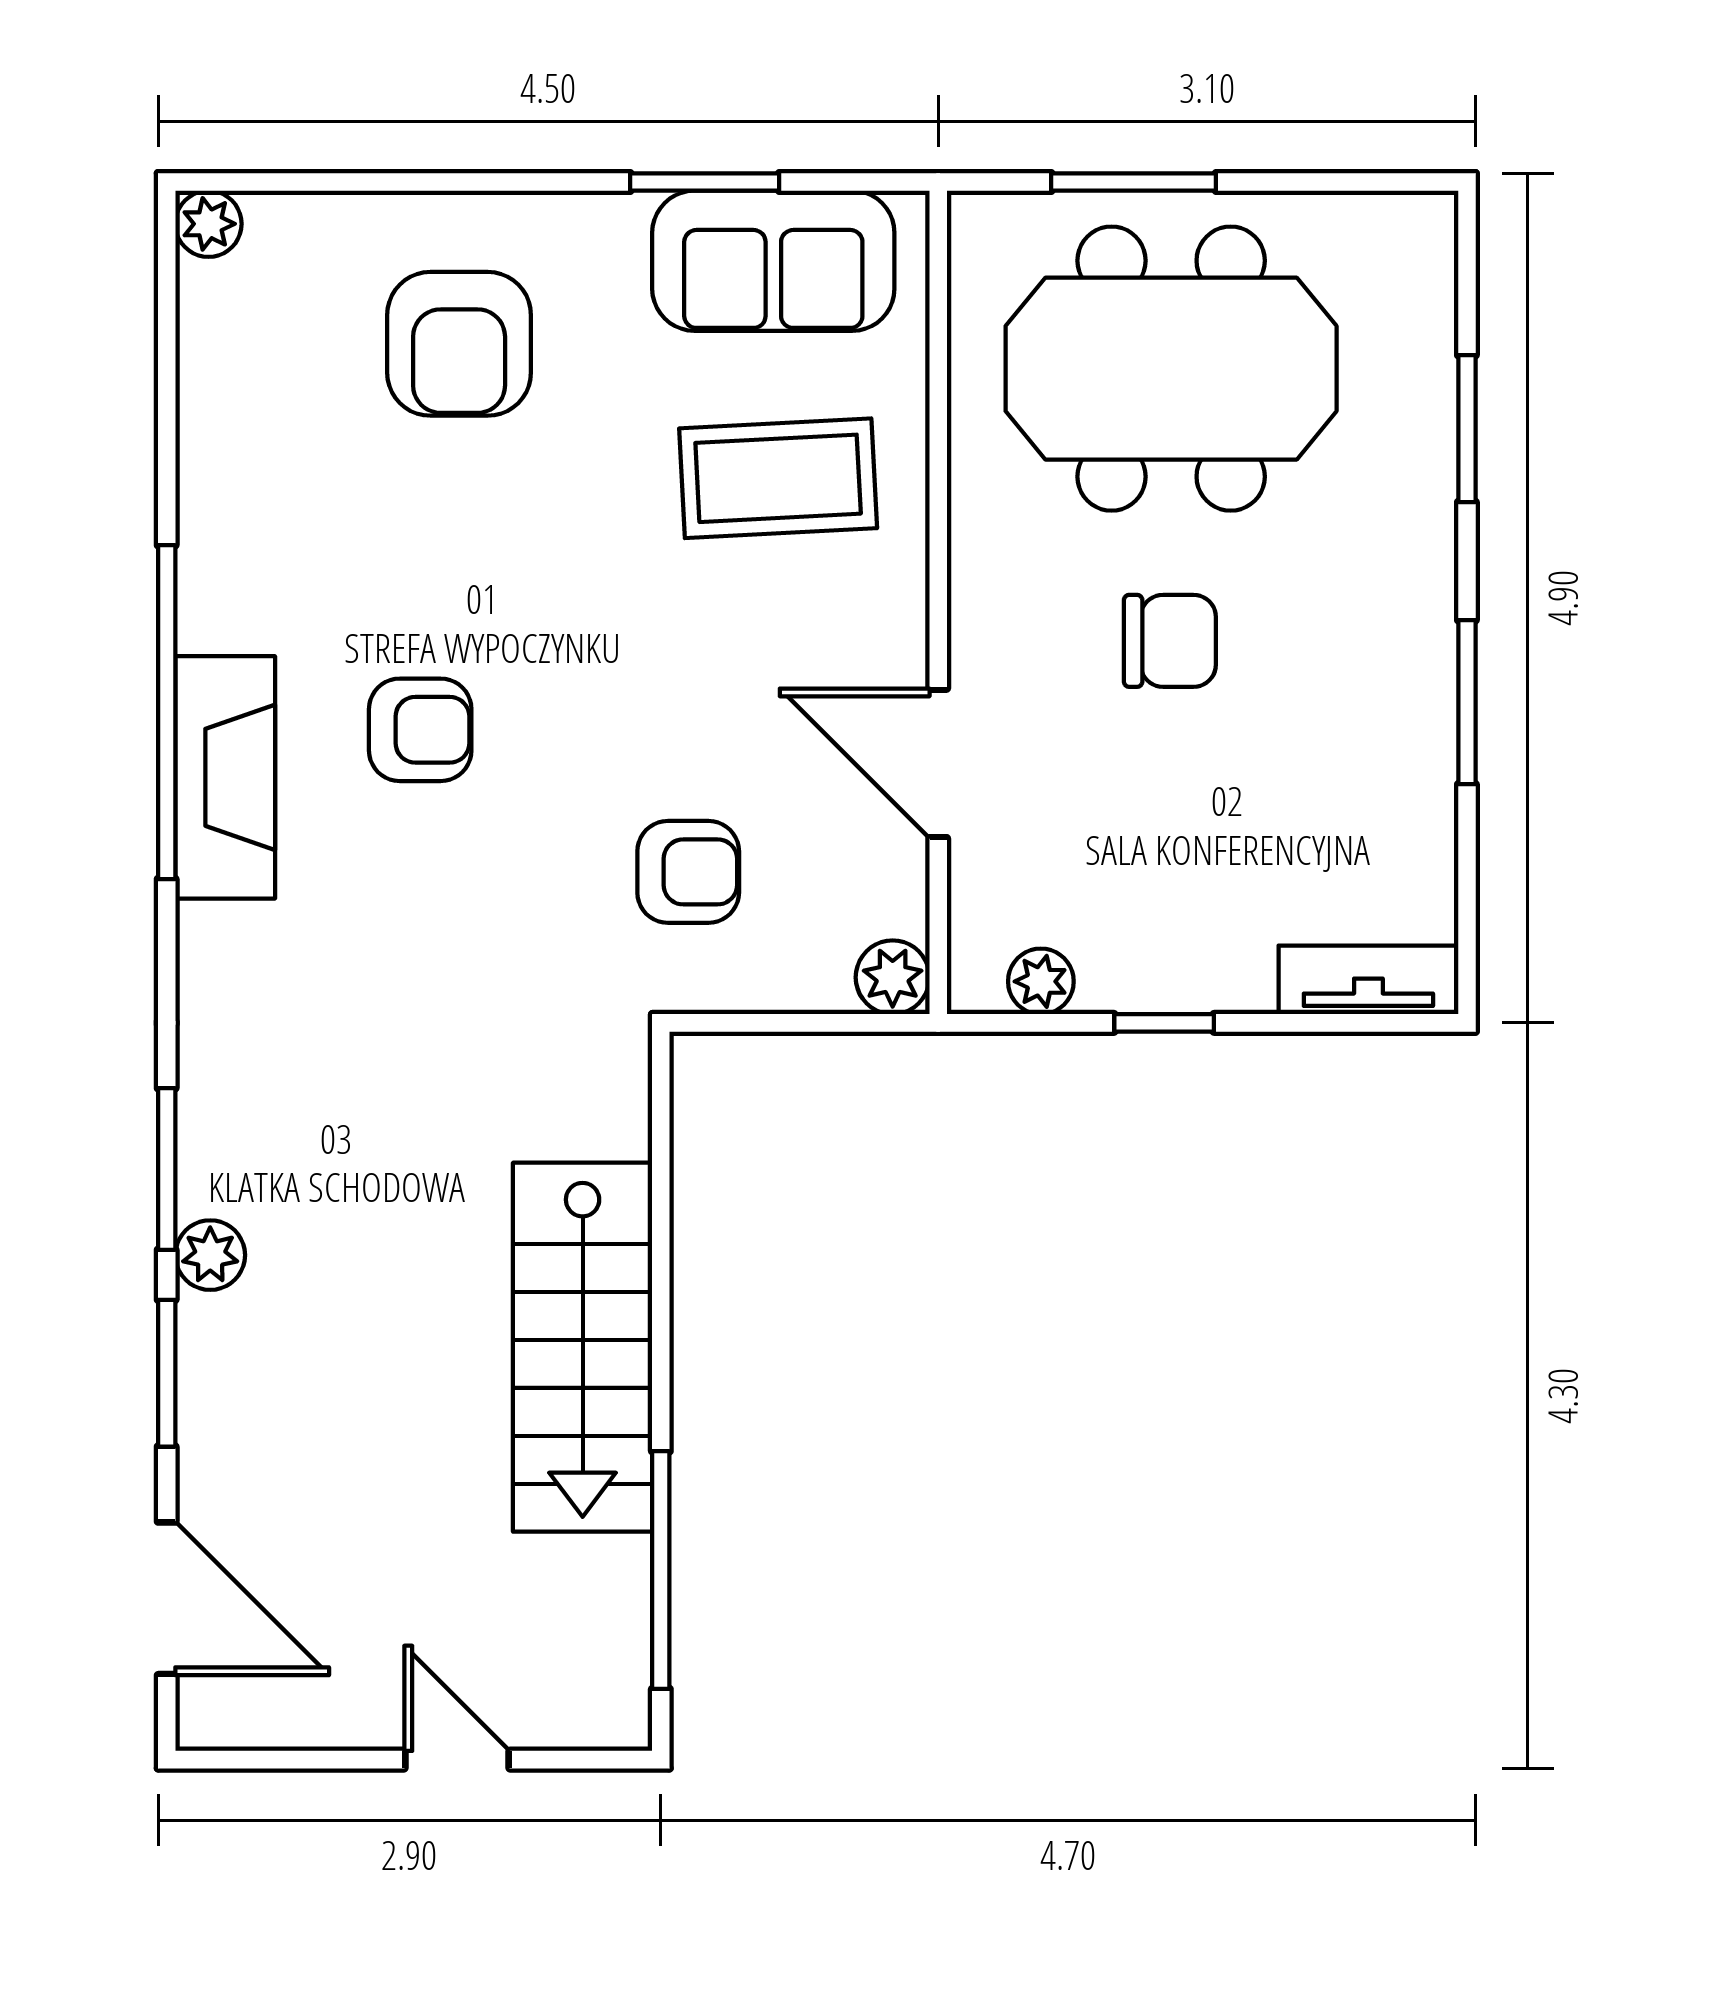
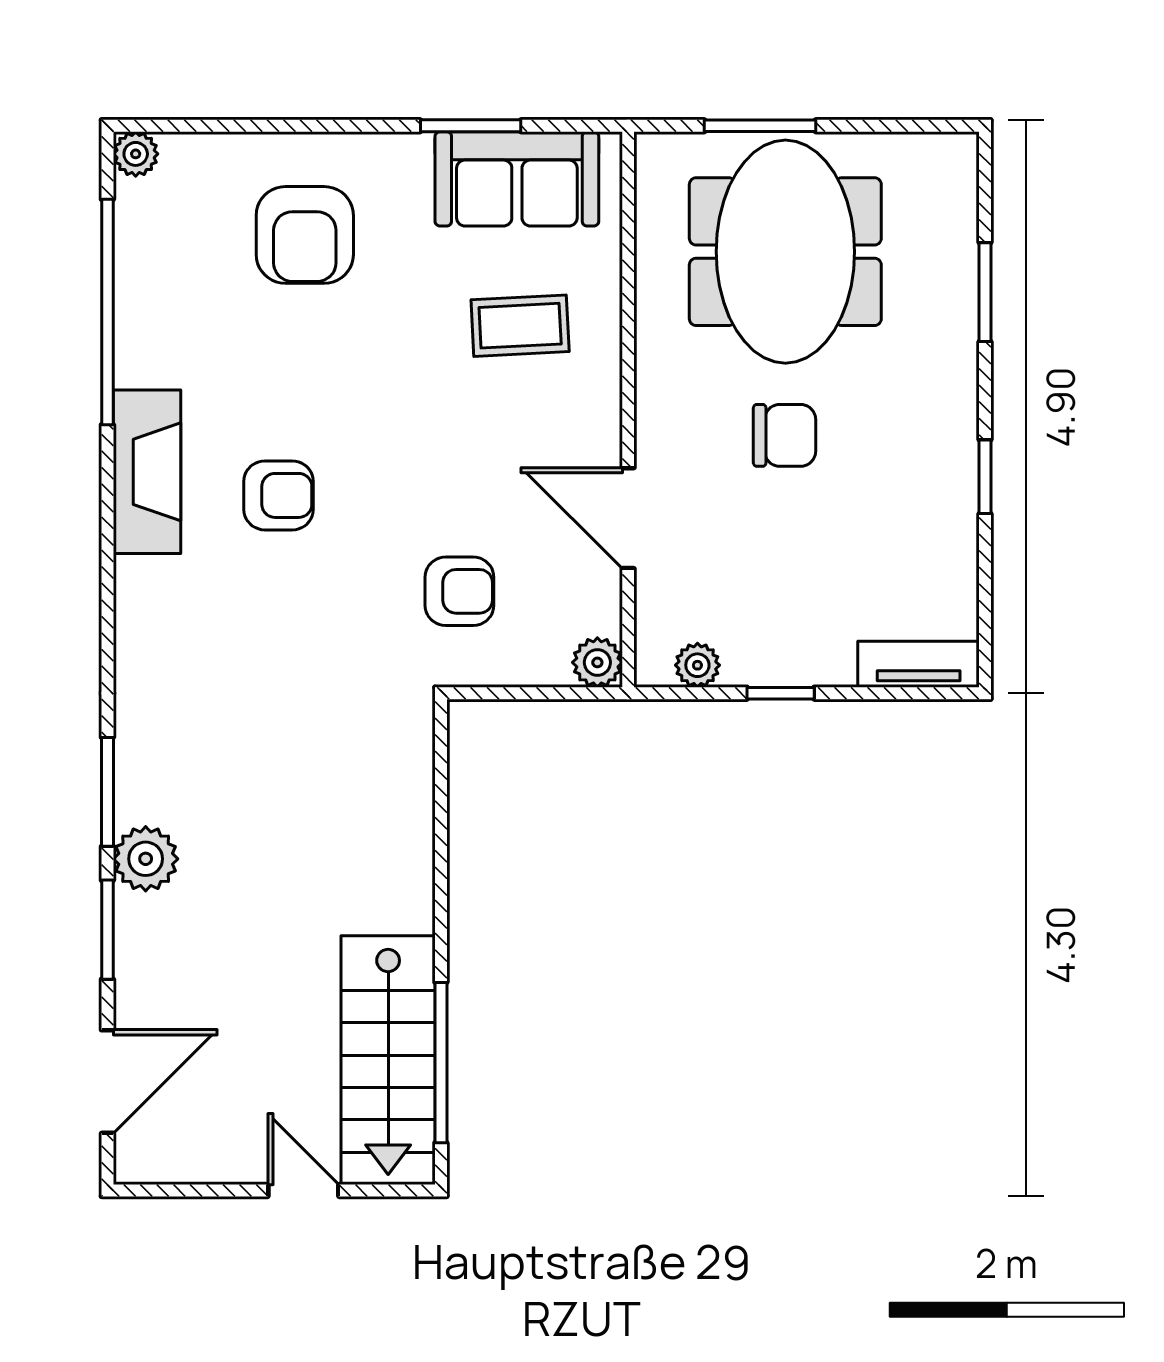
meeting table: (1171, 369) -> (785, 252), turned 90
coffee table: (778, 478) -> (520, 326), width x0.73, depth x0.77
window: (1467, 702) -> (985, 477), width x0.67
window: (167, 712) -> (107, 312), moved
fireplace: (225, 777) -> (147, 472), moved
plant: (210, 1255) -> (146, 859), width x1.38, depth x1.38
stairs: (583, 1347) -> (388, 1060), moved
door: (167, 1598) -> (107, 1082), hinge flipped

